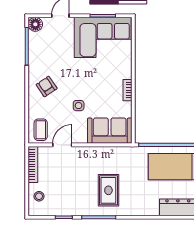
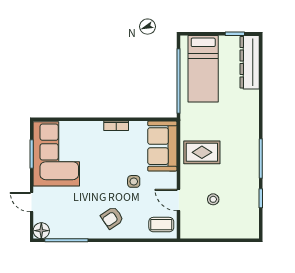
bookcase: (33, 164) -> (201, 233), removed
rug: (108, 190) -> (202, 152), moved
stool: (39, 196) -> (213, 199), moved

